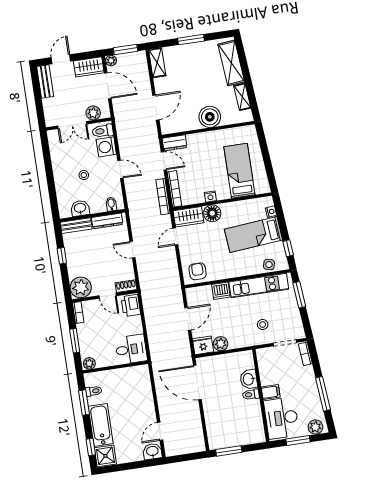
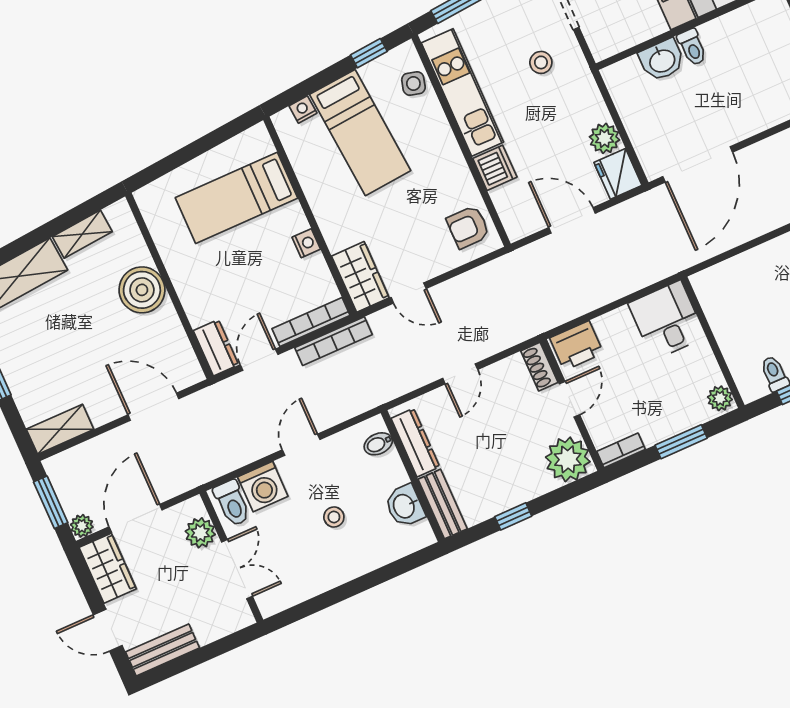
floor lamp: (212, 213) -> (340, 230), removed

